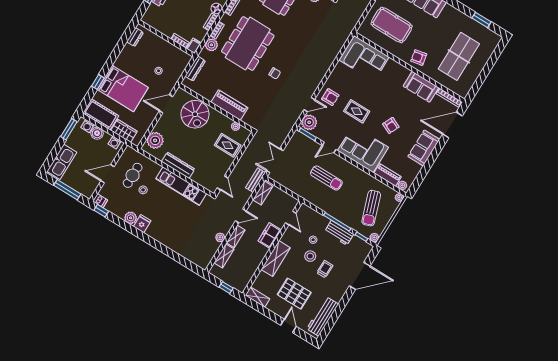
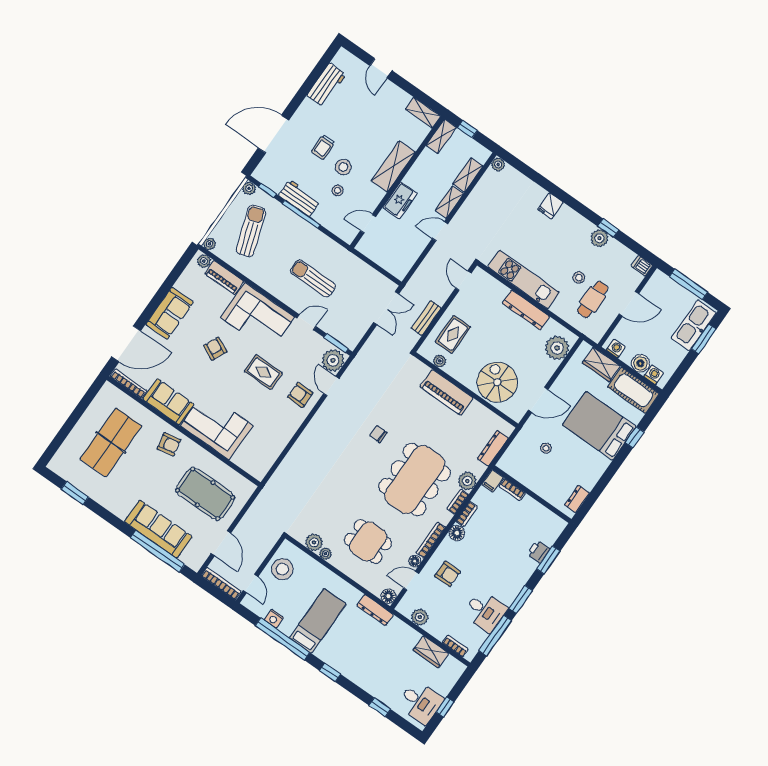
corner sofa: (364, 59) -> (217, 426), moved
door: (309, 105) -> (331, 386), hinge flipped
window: (69, 129) -> (704, 339), moved
rug: (228, 145) -> (453, 334), turned 90
bench: (255, 180) -> (426, 318), moved
shelving: (263, 193) -> (441, 136), moved
window: (101, 211) -> (608, 228), moved
door: (291, 218) -> (368, 224), hinge flipped
fridge: (142, 224) -> (551, 206), moved
plant: (220, 237) -> (498, 164), moved
pallet: (294, 294) -> (370, 114), removed
workbench: (322, 316) -> (327, 85), width x0.73

